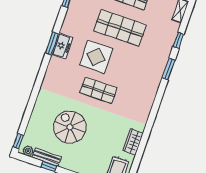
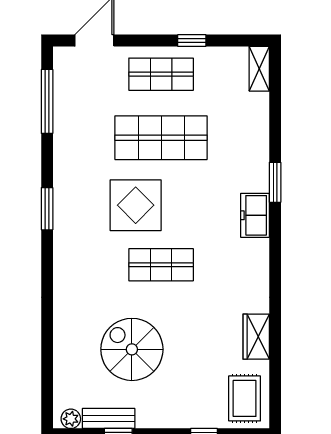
window: (178, 40) -> (275, 124), removed
freezer: (62, 46) -> (255, 215), moved, turned 180
window: (18, 141) -> (47, 407), removed

